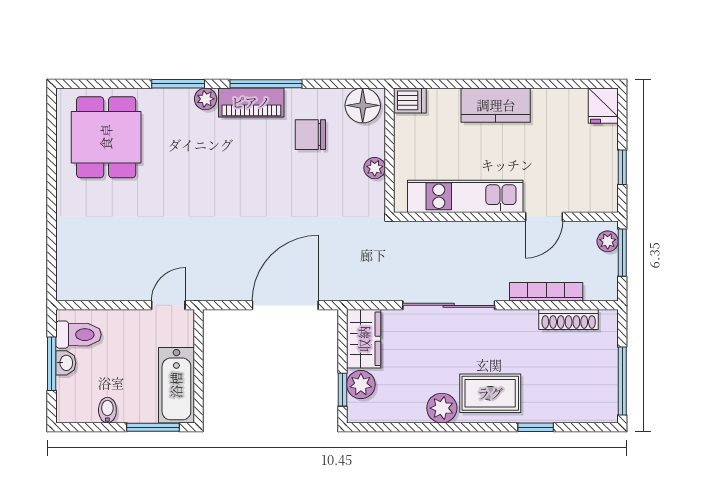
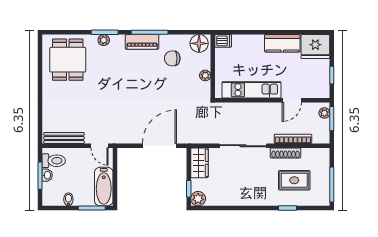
plant: (206, 99) -> (104, 40), moved
kitchen counter: (496, 105) -> (282, 43), moved
fridge: (603, 106) -> (315, 47), width x1.88, depth x1.34
bench: (99, 290) -> (64, 138), added
door: (168, 305) -> (100, 146), swing flipped
shoe rack: (569, 320) -> (285, 153), moved
plant: (361, 385) -> (198, 199), moved
rug: (490, 393) -> (294, 180), moved
plant: (442, 408) -> (240, 198), removed

